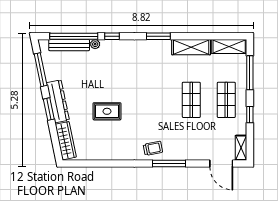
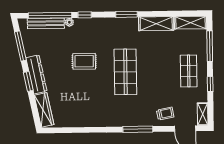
shop shelf: (191, 100) -> (125, 72), moved, width x1.43, depth x1.36
rug: (107, 111) -> (84, 61), moved
trolley: (153, 148) -> (165, 114), moved

